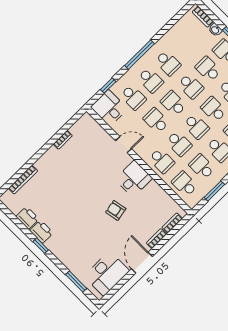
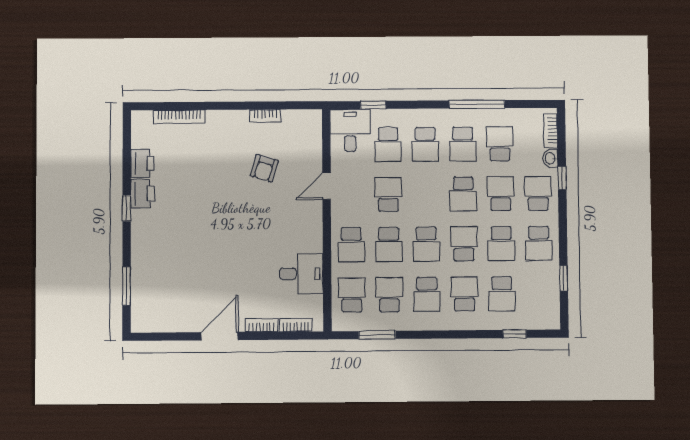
window: (139, 55) -> (477, 104), moved
school desk: (173, 103) -> (500, 144), moved
door: (124, 145) -> (327, 186), swing flipped
desk: (134, 179) -> (301, 274), moved
armchair: (116, 210) -> (264, 168), moved, turned -152
desk: (107, 273) -> (169, 310), removed

